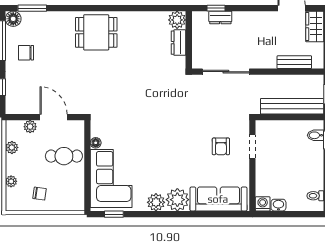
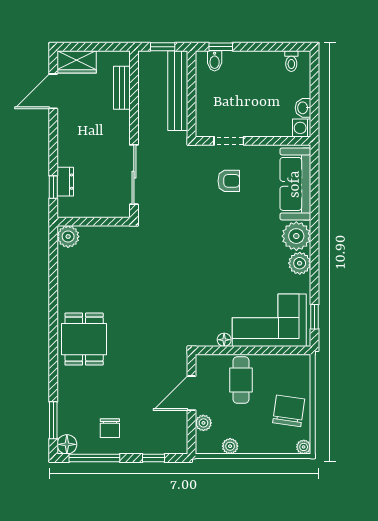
dresser: (179, 43) -> (97, 235), removed
plant: (11, 181) -> (304, 447), moved
chair: (40, 194) -> (289, 411), width x1.87, depth x1.87

